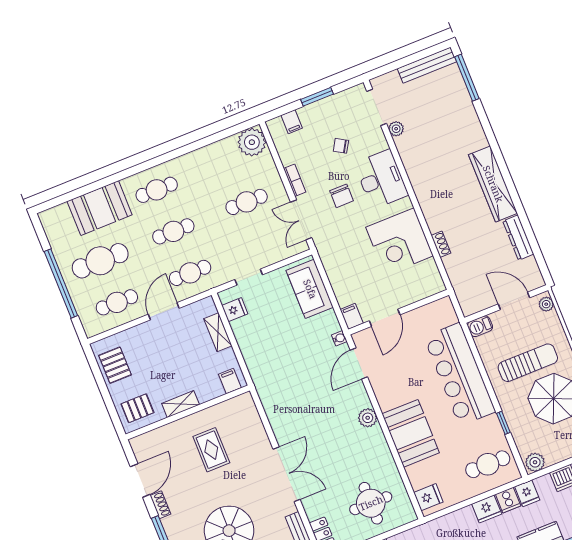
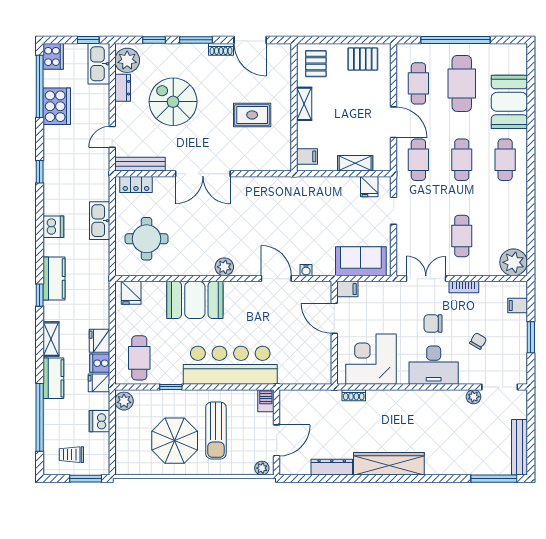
wall: (399, 312) -> (334, 333), moved
filing cabinet: (352, 316) -> (347, 289), moved
door: (385, 318) -> (334, 318), moved

